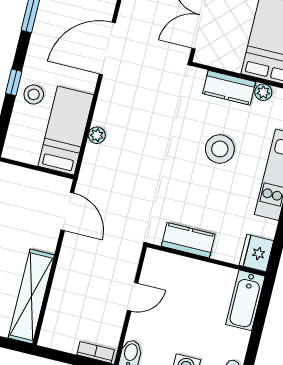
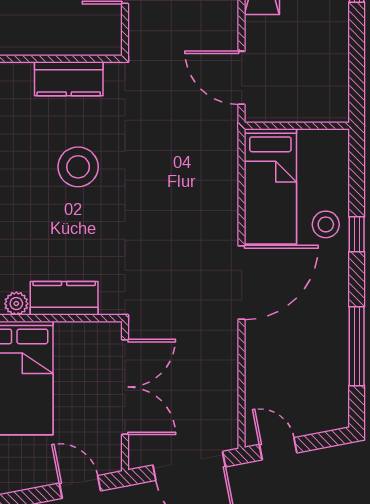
door: (107, 49) -> (242, 282), moved
plant: (97, 135) -> (227, 190), removed
stool: (220, 149) -> (78, 167), moved

